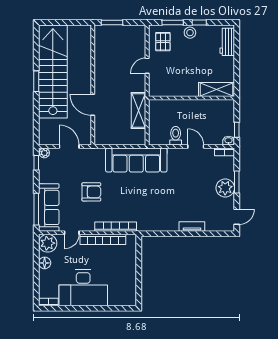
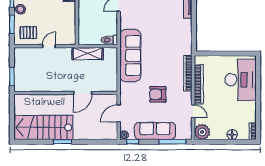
door: (147, 66) -> (49, 46), swing flipped
stairs: (53, 72) -> (43, 127), width x0.73
toilet: (176, 136) -> (109, 40), moved
armchair: (91, 192) -> (158, 94), turned -90
sofa: (49, 207) -> (155, 131), moved
floor lamp: (45, 263) -> (232, 135), moved
desk: (83, 288) -> (240, 80), moved

